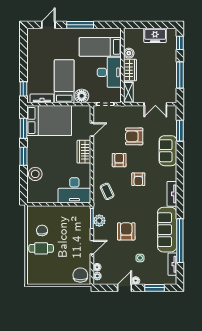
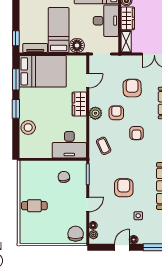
armchair: (134, 136) -> (132, 88), turned 89
plant: (99, 221) -> (95, 113), moved
chair: (42, 230) -> (64, 177), moved

